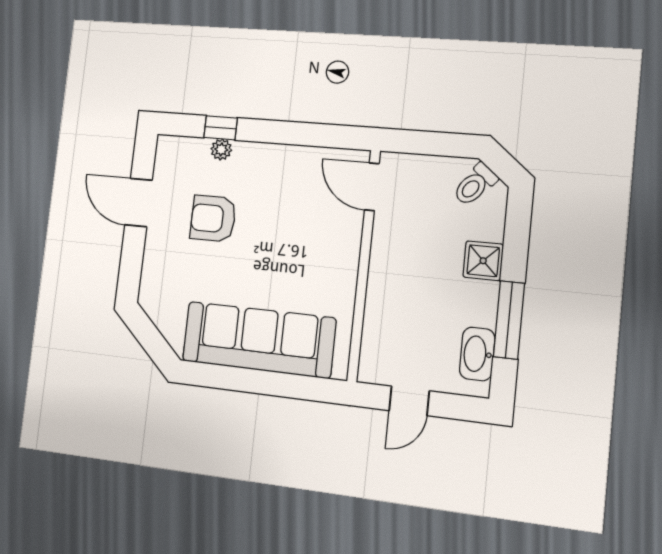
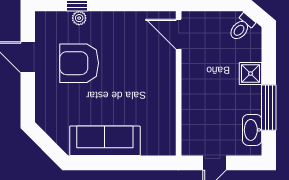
armchair: (213, 218) -> (79, 63), width x1.36, depth x1.36
sofa: (259, 340) -> (105, 141), width x0.74, depth x0.79

